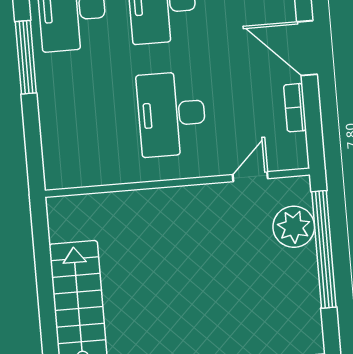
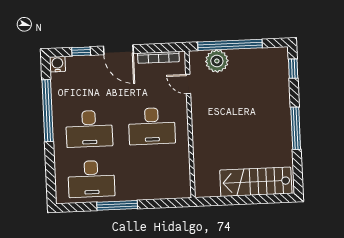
door: (307, 48) -> (118, 50), hinge flipped
bookcase: (295, 108) -> (158, 57), width x1.56

